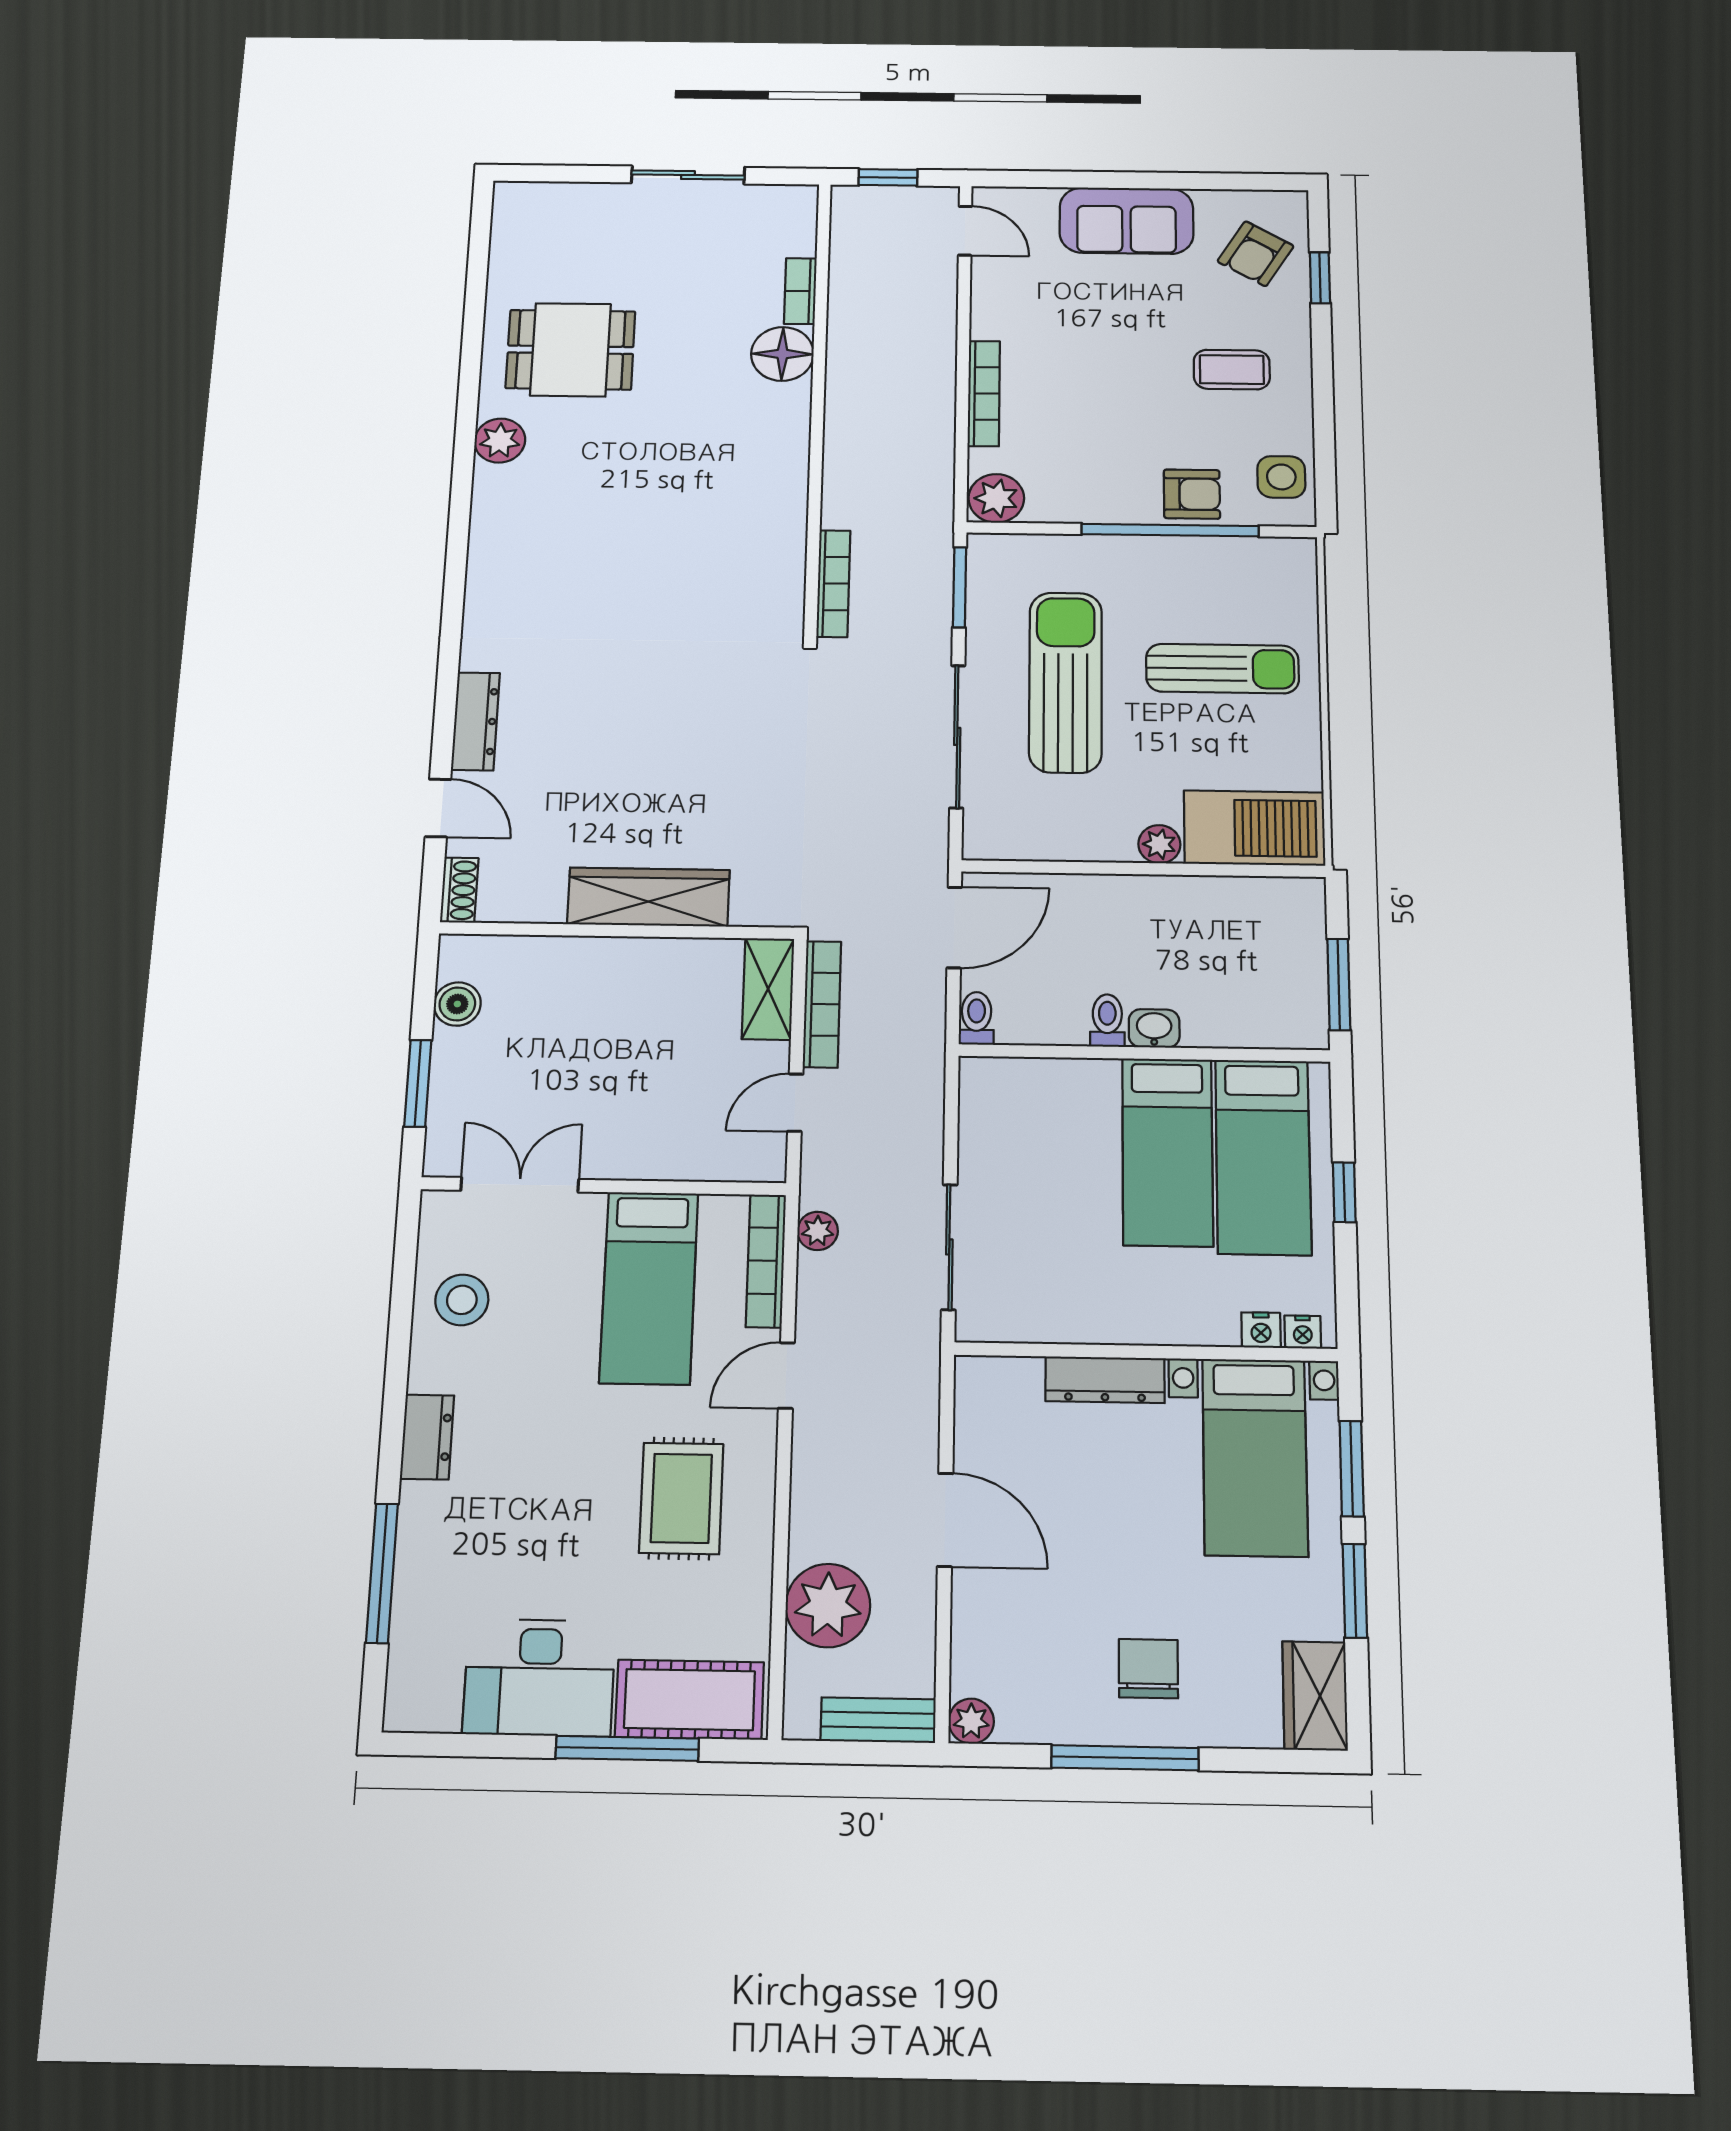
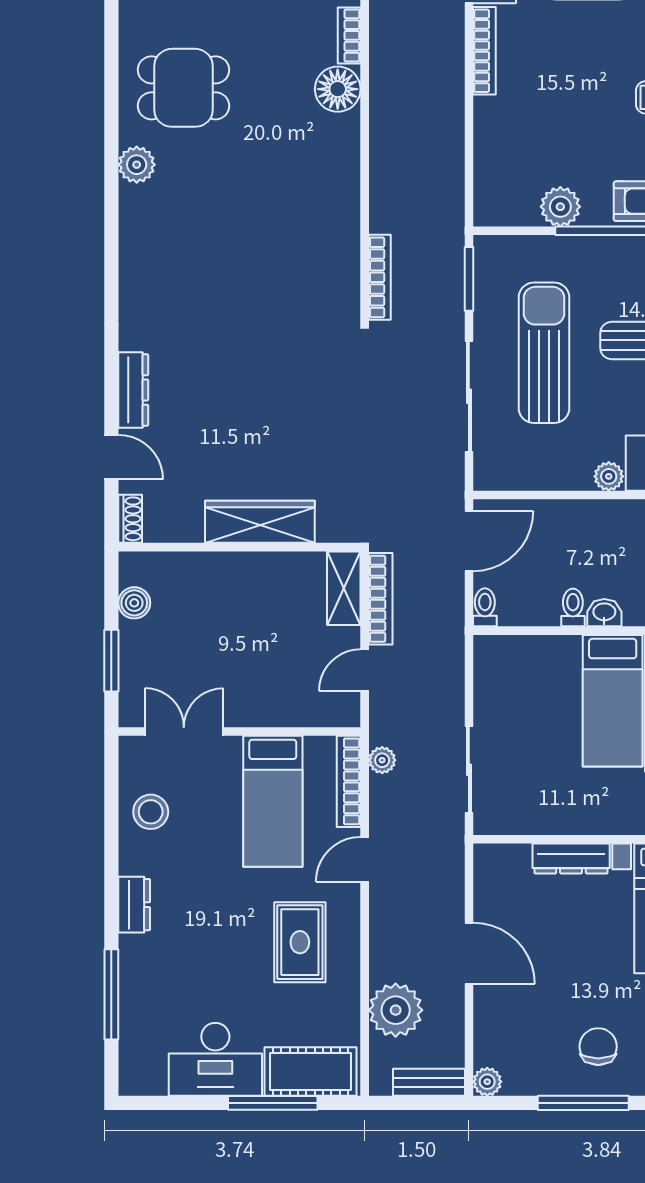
bookcase: (984, 393) -> (484, 51), moved
plant: (996, 498) -> (560, 207), moved

